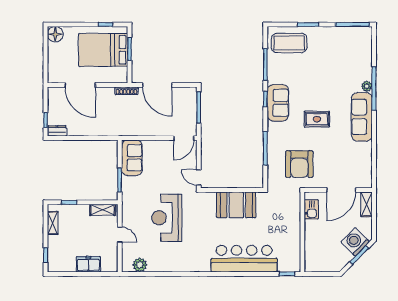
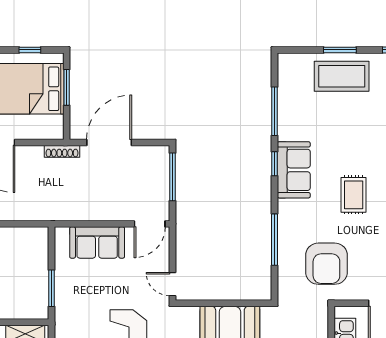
coffee table: (289, 43) -> (342, 76), moved
door: (157, 85) -> (109, 143), swing flipped
rug: (317, 119) -> (354, 195), turned 90
sofa: (132, 158) -> (97, 242), moved, turned 90

